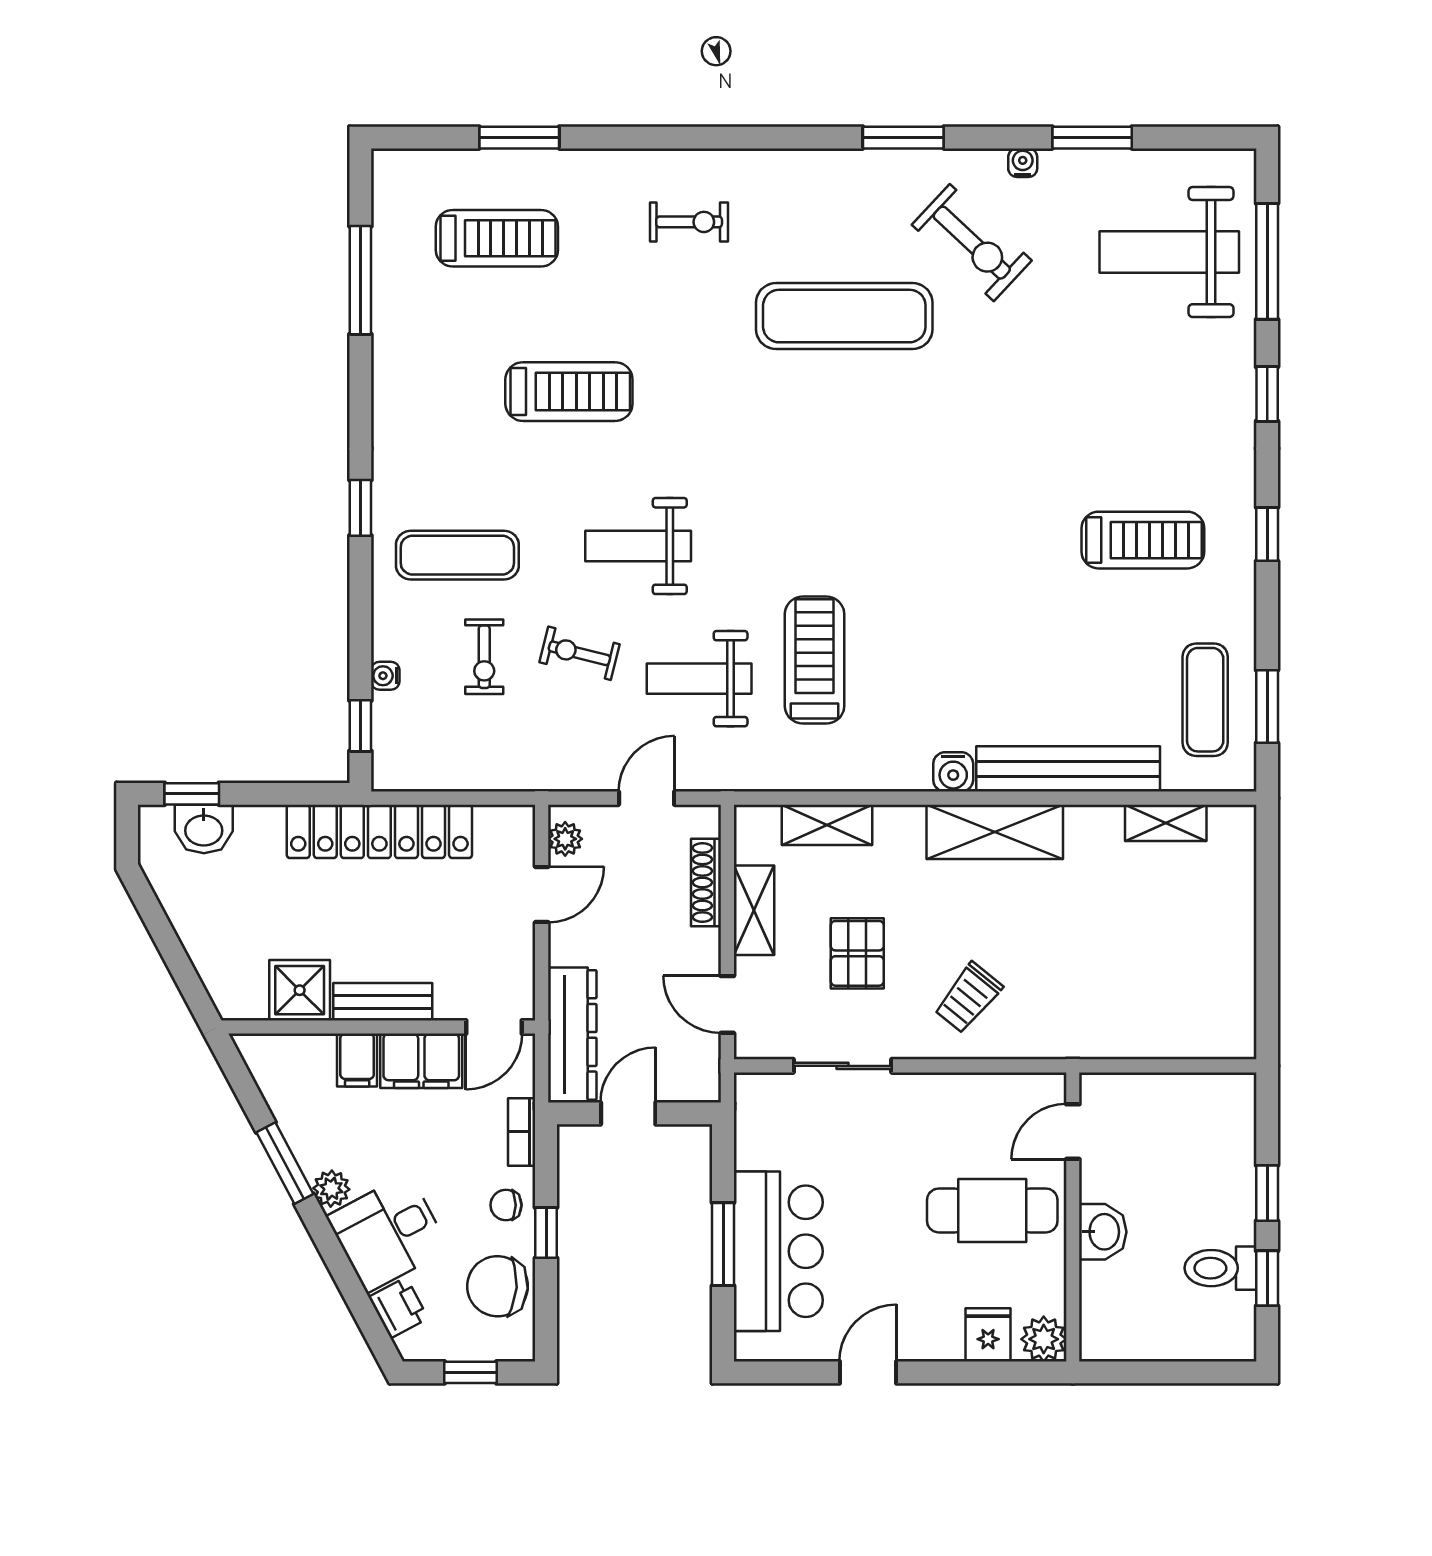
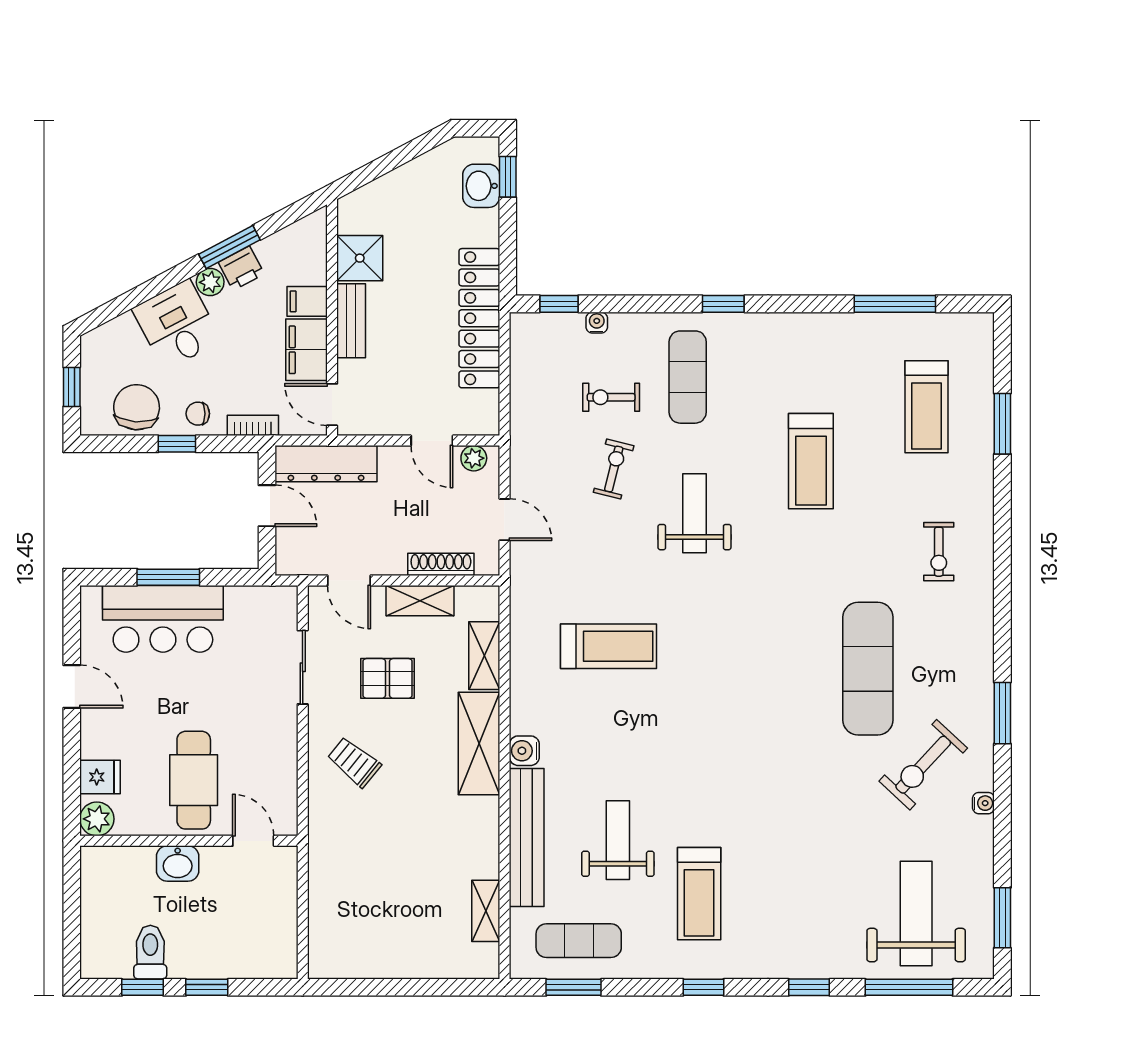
window: (1092, 138) -> (1002, 918), moved
weight bench: (699, 679) -> (618, 840), moved
shelving: (995, 832) -> (479, 744), moved
door: (727, 1004) -> (349, 580), swing flipped
chair: (506, 1205) -> (198, 414), turned -90
printer: (398, 1308) -> (241, 268), moved

